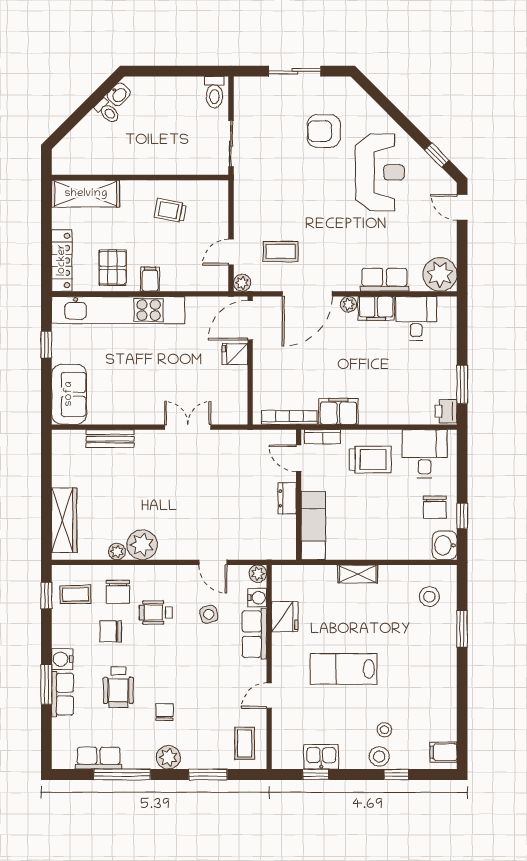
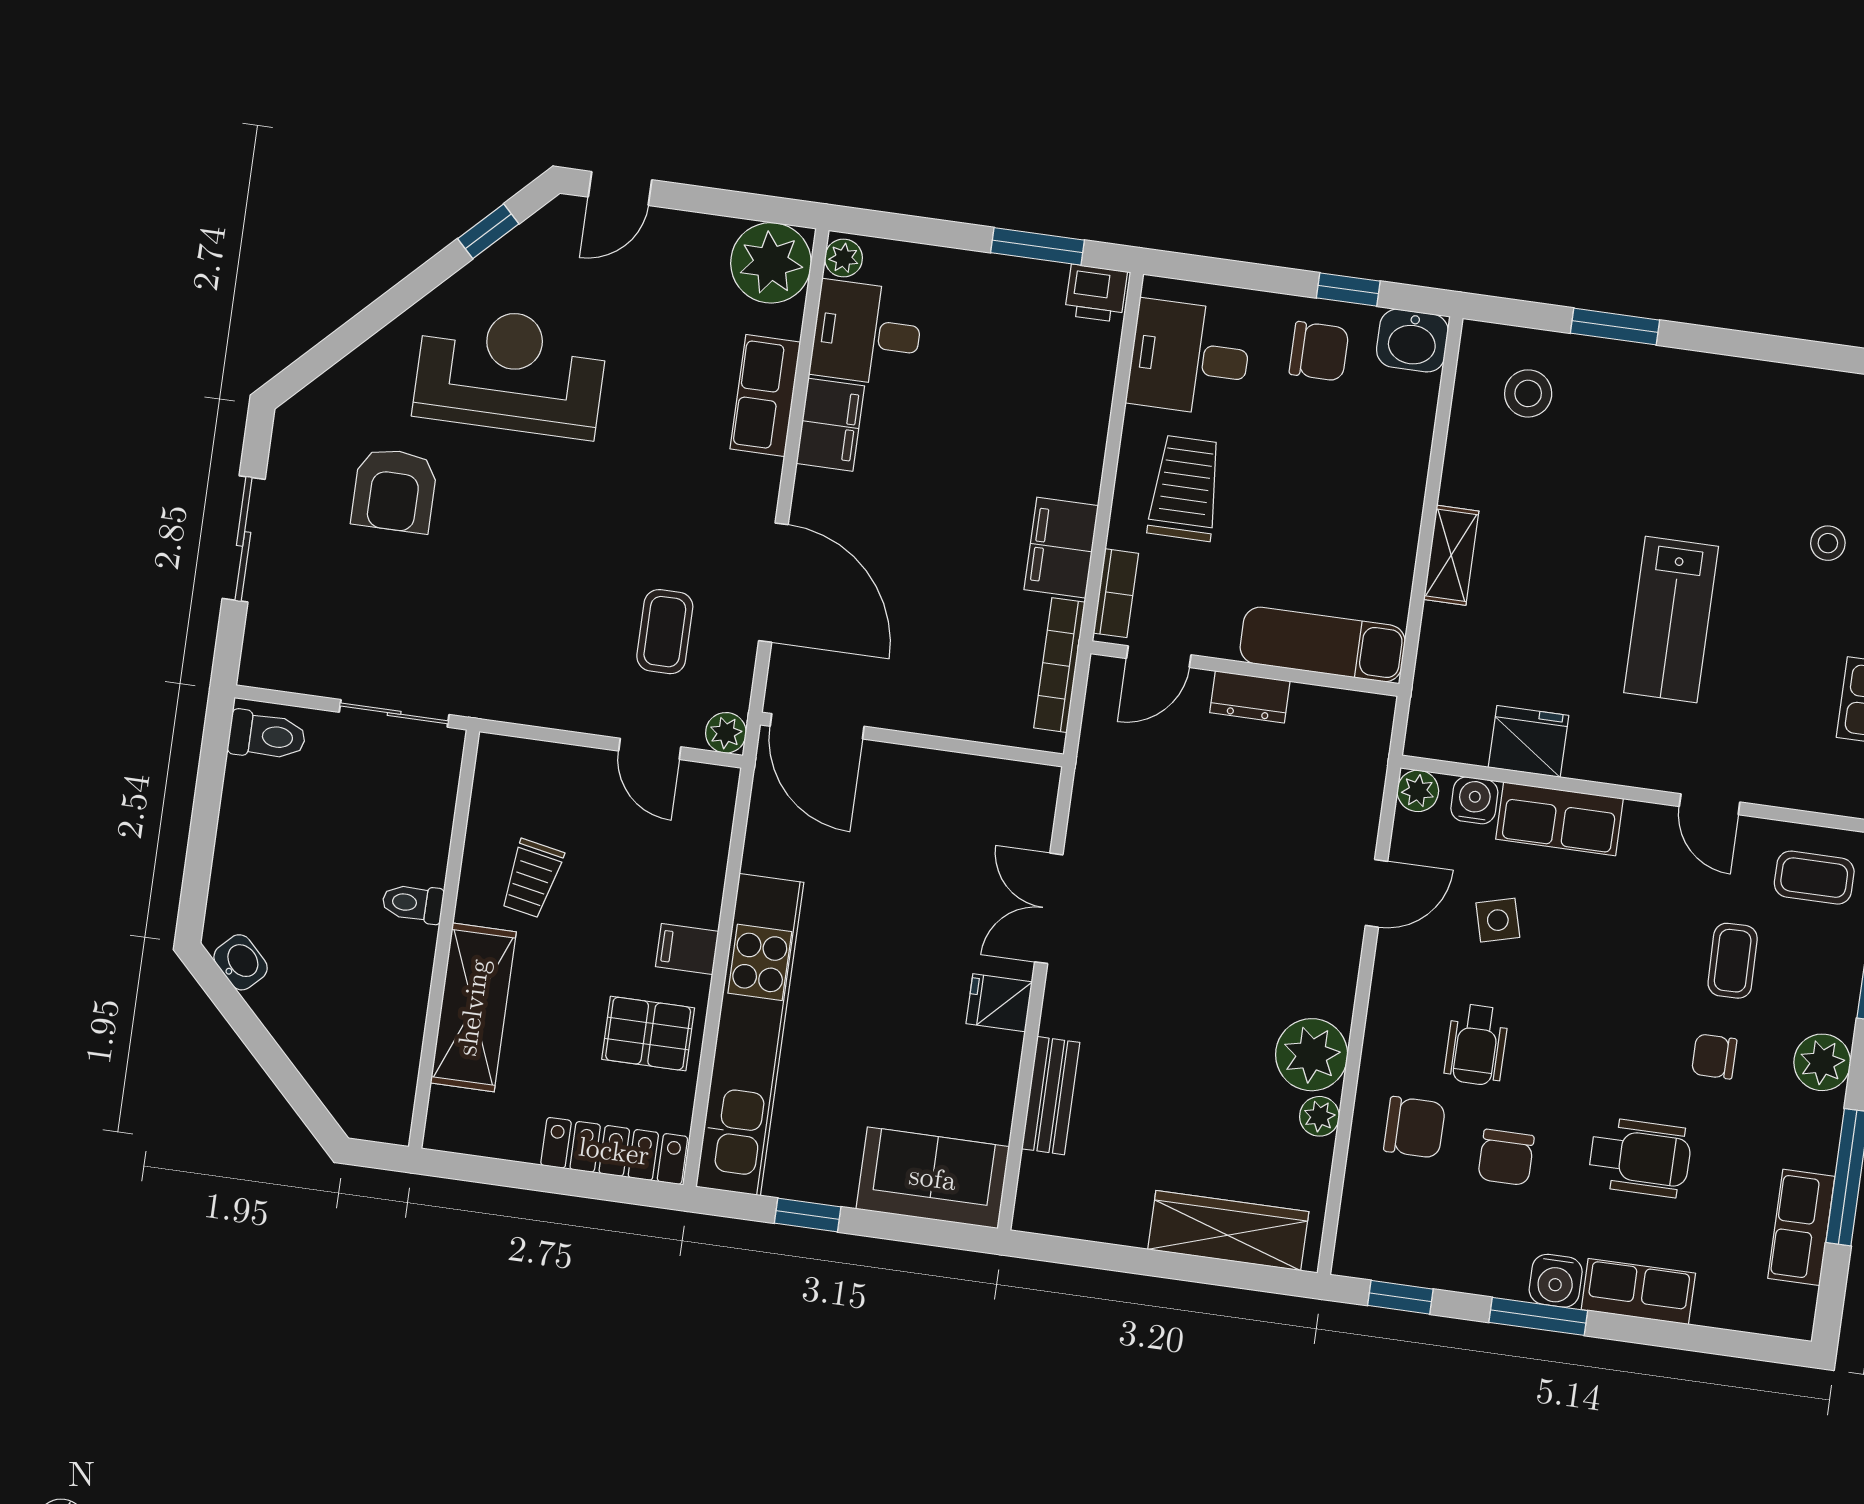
toilet: (107, 111) -> (413, 903), moved, turned -135
shelving: (86, 194) -> (473, 1007), moved
plant: (348, 304) -> (844, 258), moved
fridge: (235, 354) -> (999, 1003), moved, turned 90
coffee table: (76, 595) -> (1733, 961), moved
window: (46, 684) -> (1538, 1316), moved

